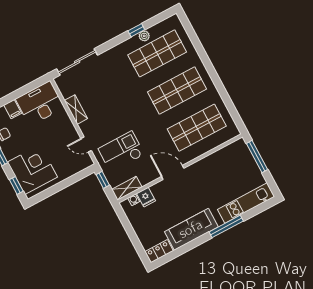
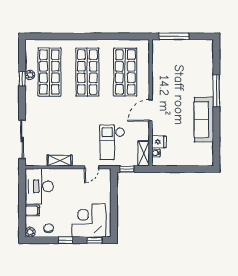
kitchen unit: (246, 203) -> (206, 65), removed
locker: (159, 251) -> (208, 155), removed

